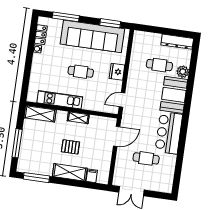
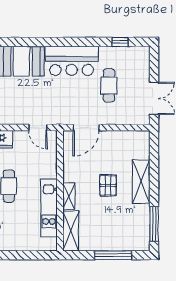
shelving: (78, 118) -> (69, 196), moved
door: (117, 136) -> (86, 128), swing flipped
window: (178, 171) -> (120, 42), added
filing cabinet: (92, 176) -> (141, 152), removed

